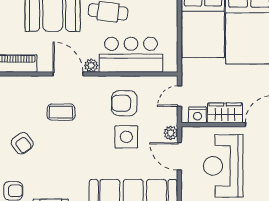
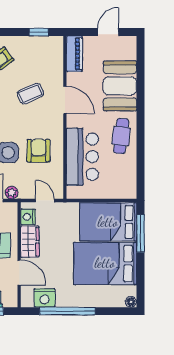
plant: (91, 66) -> (73, 121), removed
door: (68, 74) -> (65, 100), hinge flipped
coffee table: (61, 112) -> (31, 94), turned 66

